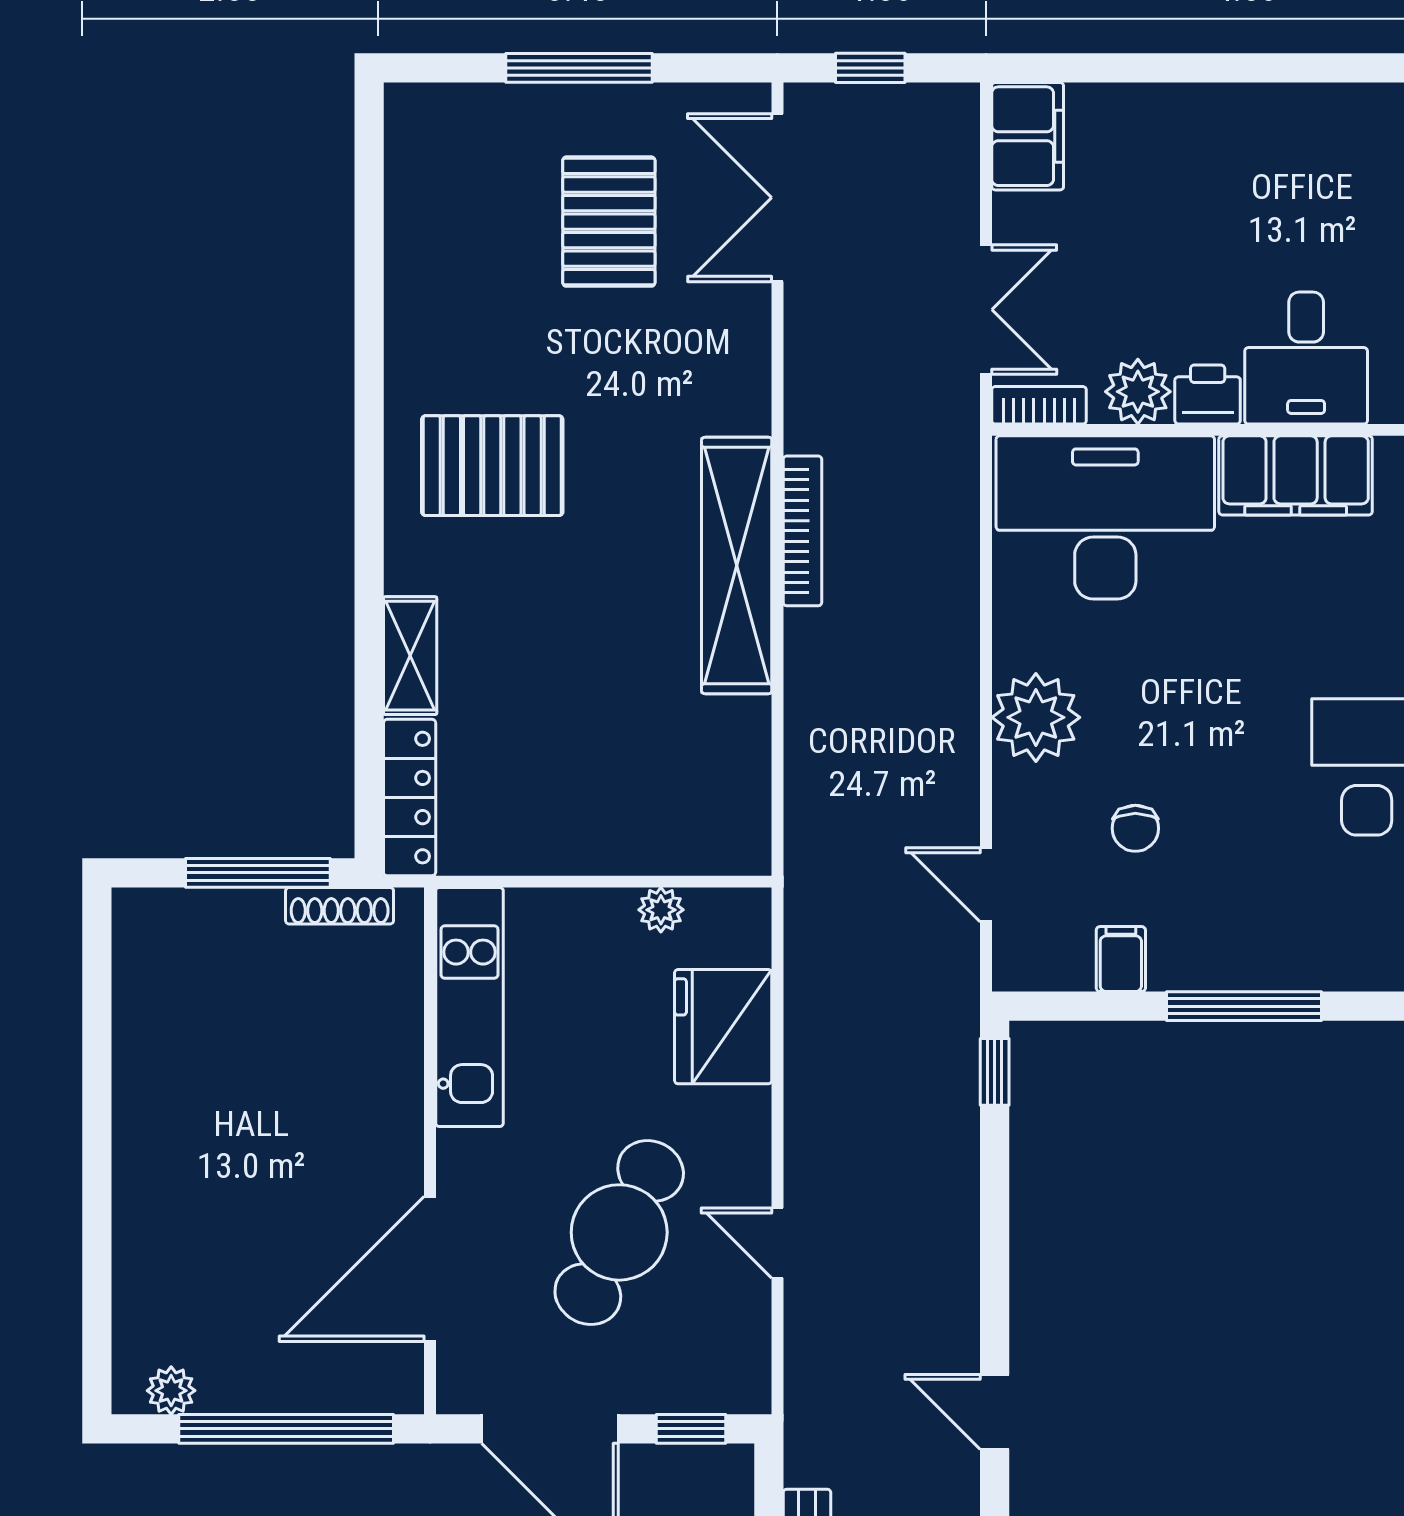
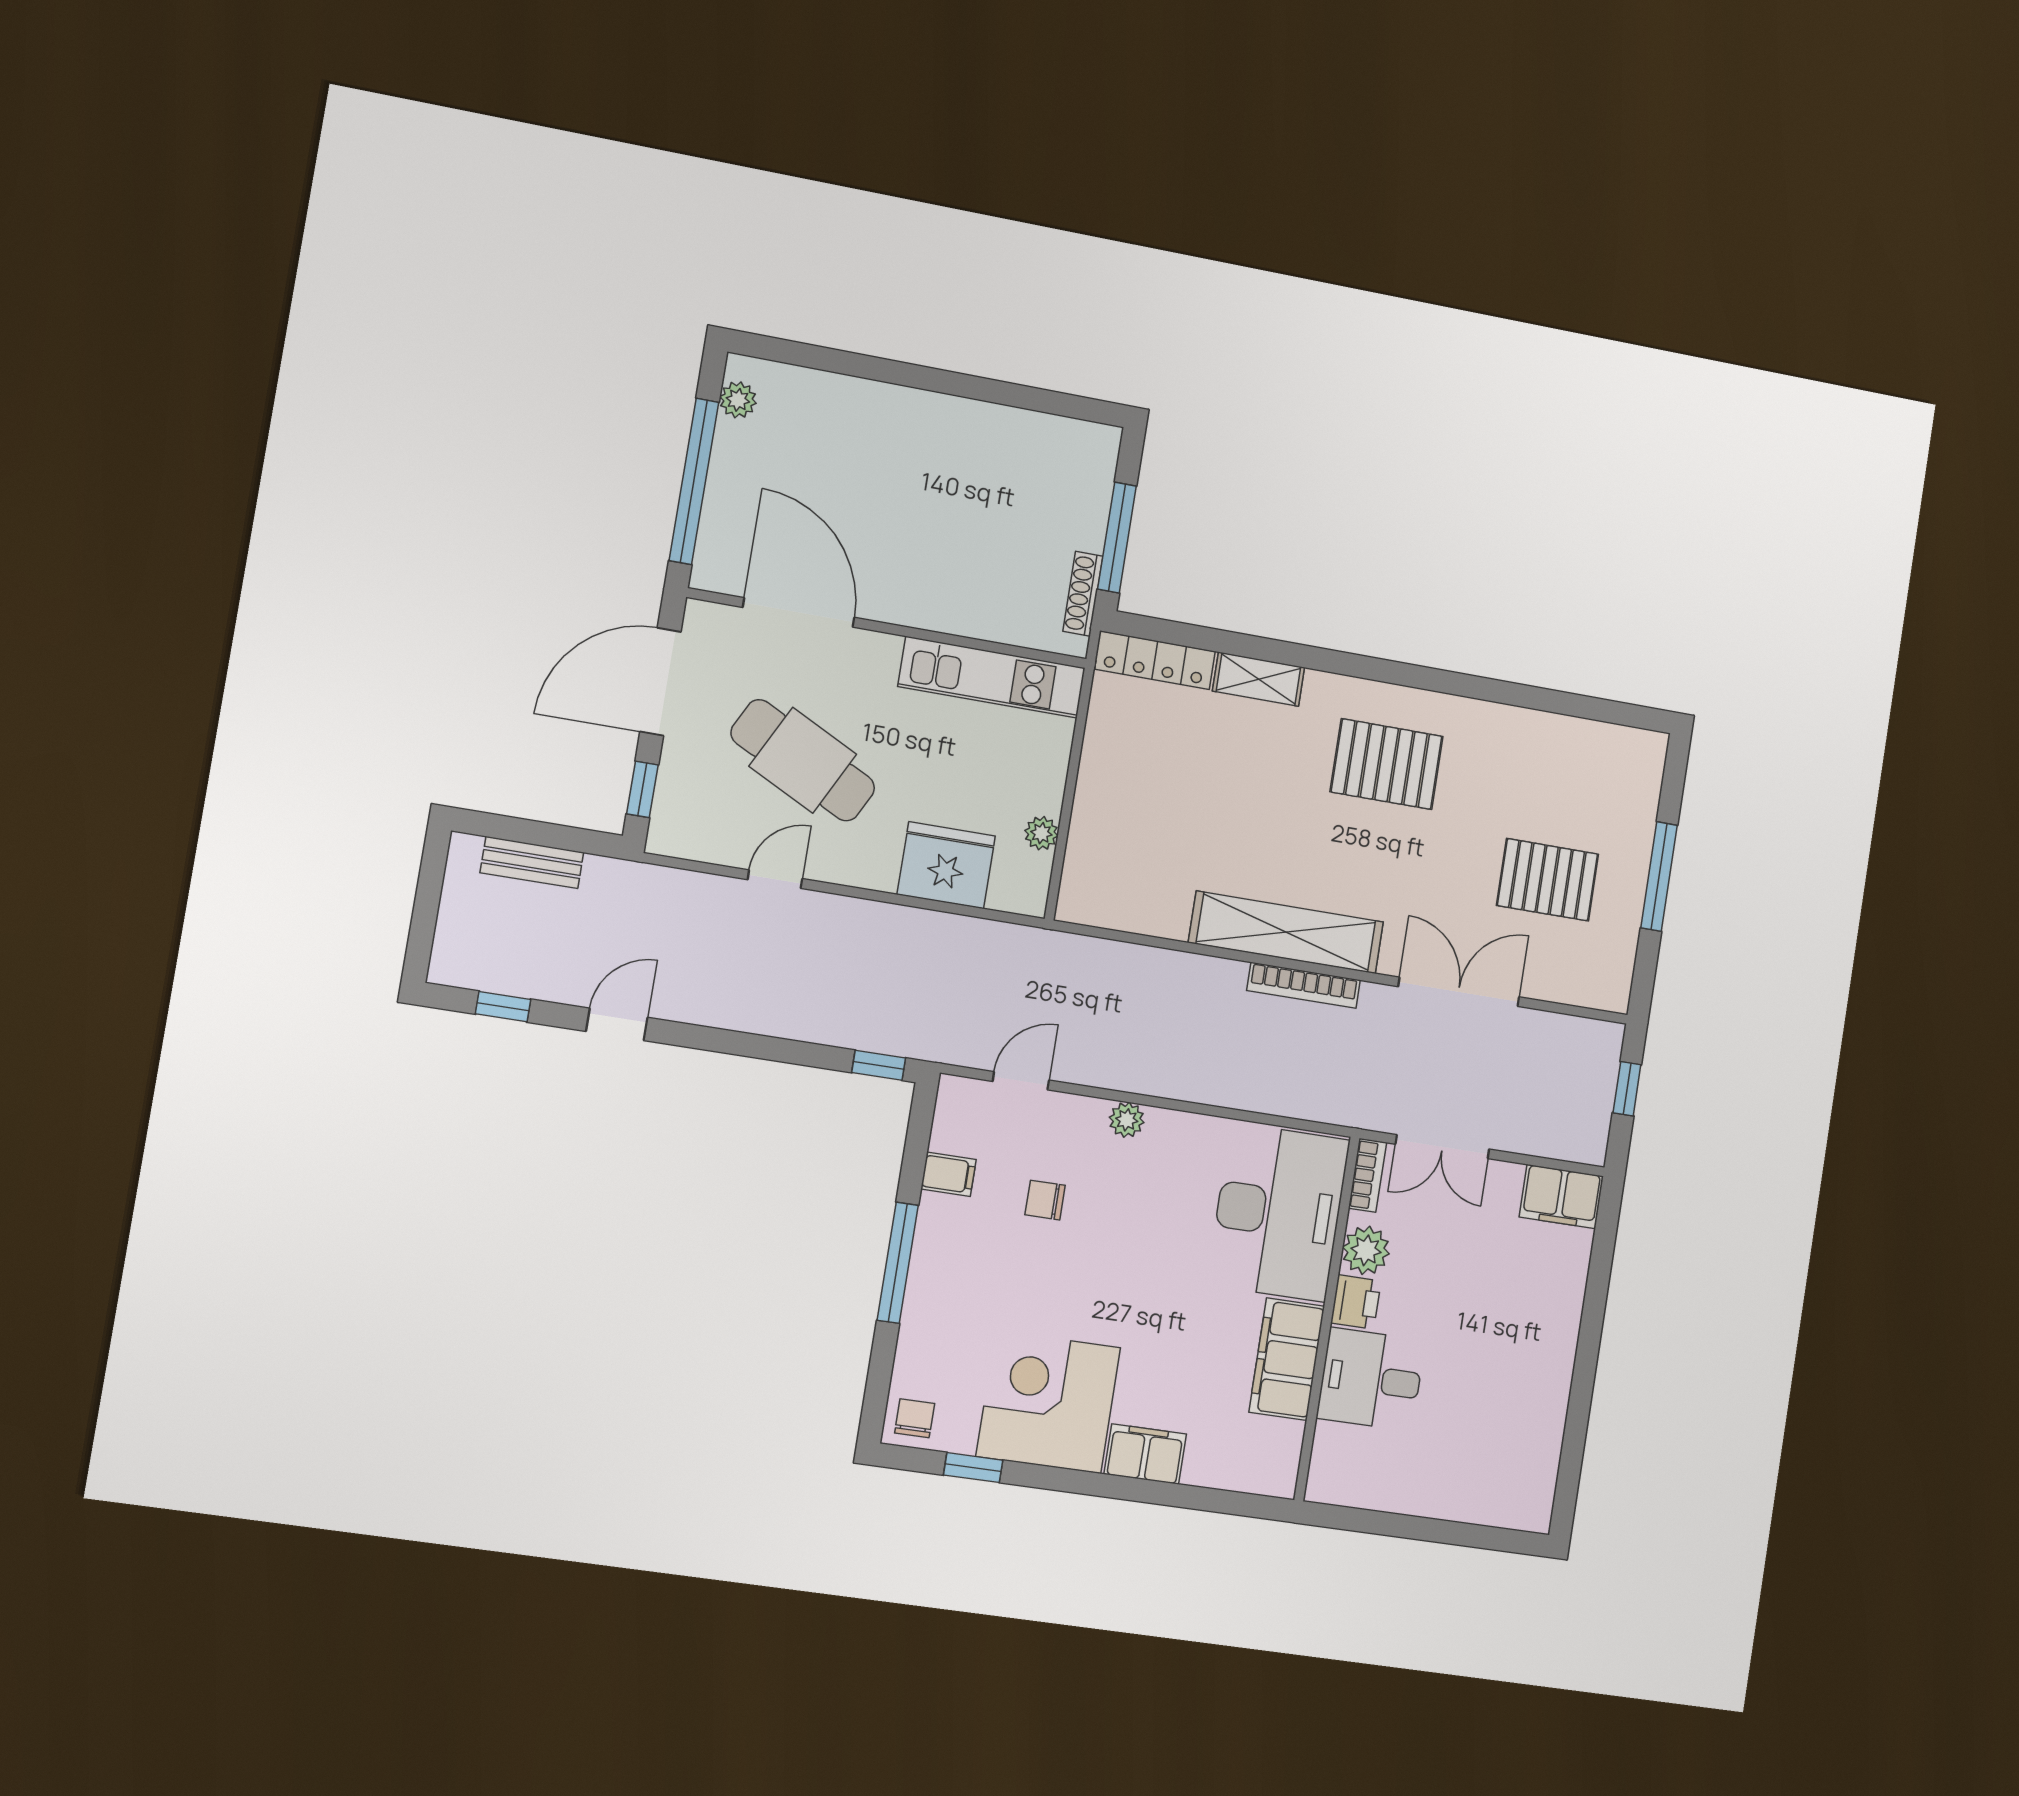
double door: (777, 198) -> (1459, 992), moved
pallet: (492, 466) -> (1387, 764), turned 90
plant: (1036, 717) -> (1127, 1120), width x0.53, depth x0.53

